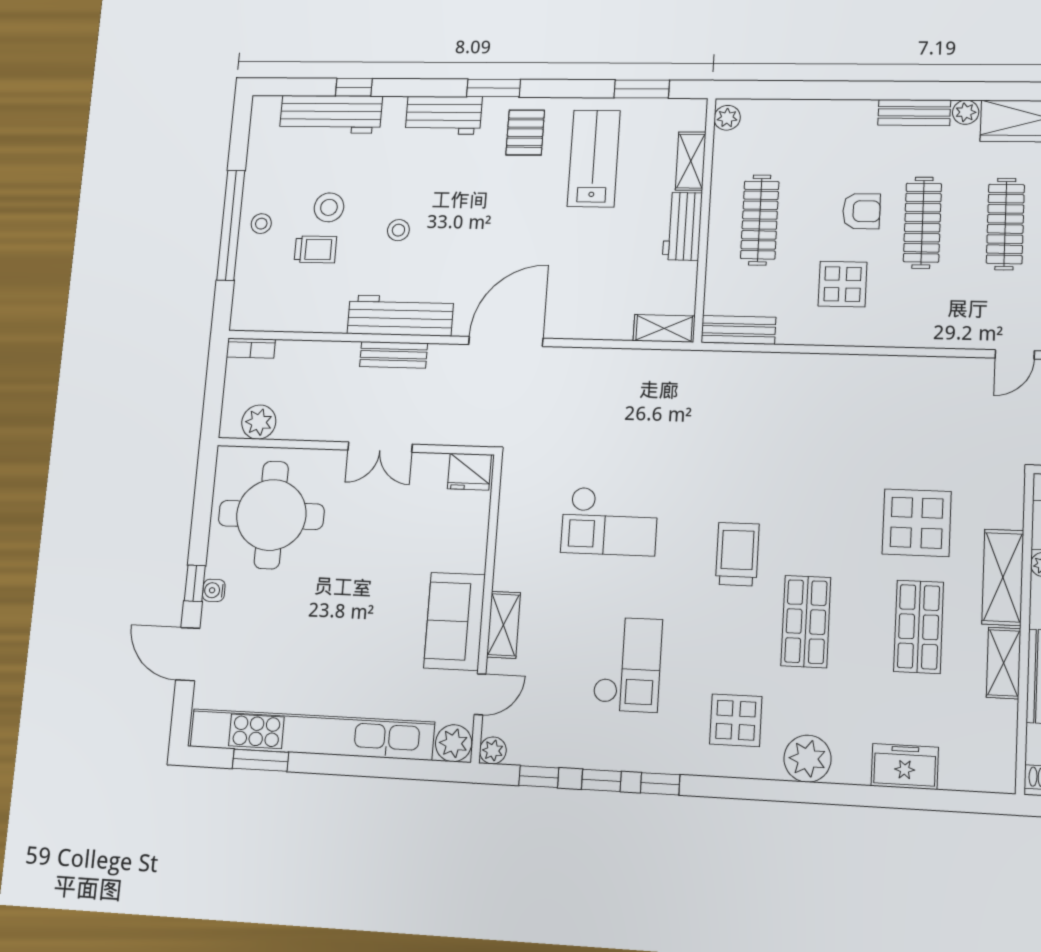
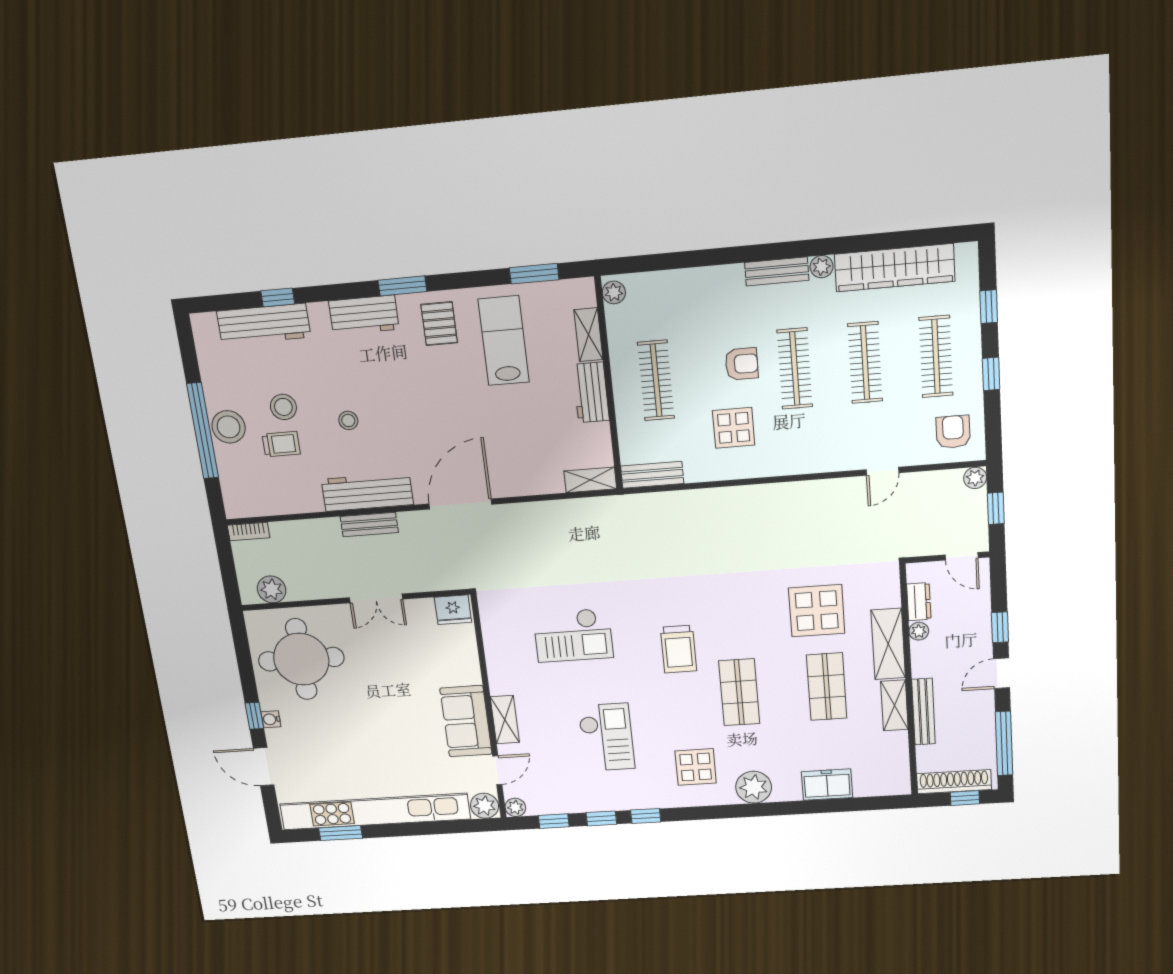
stool: (261, 224) -> (229, 427), width x1.89, depth x1.89
trolley: (737, 554) -> (678, 649), turned 180

